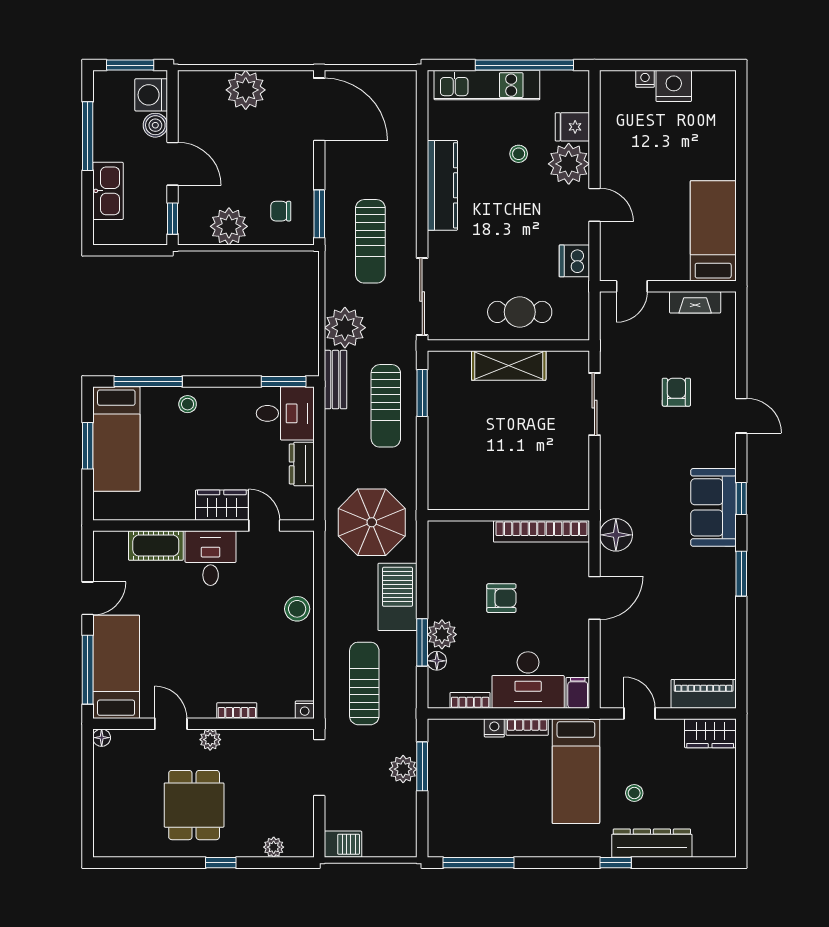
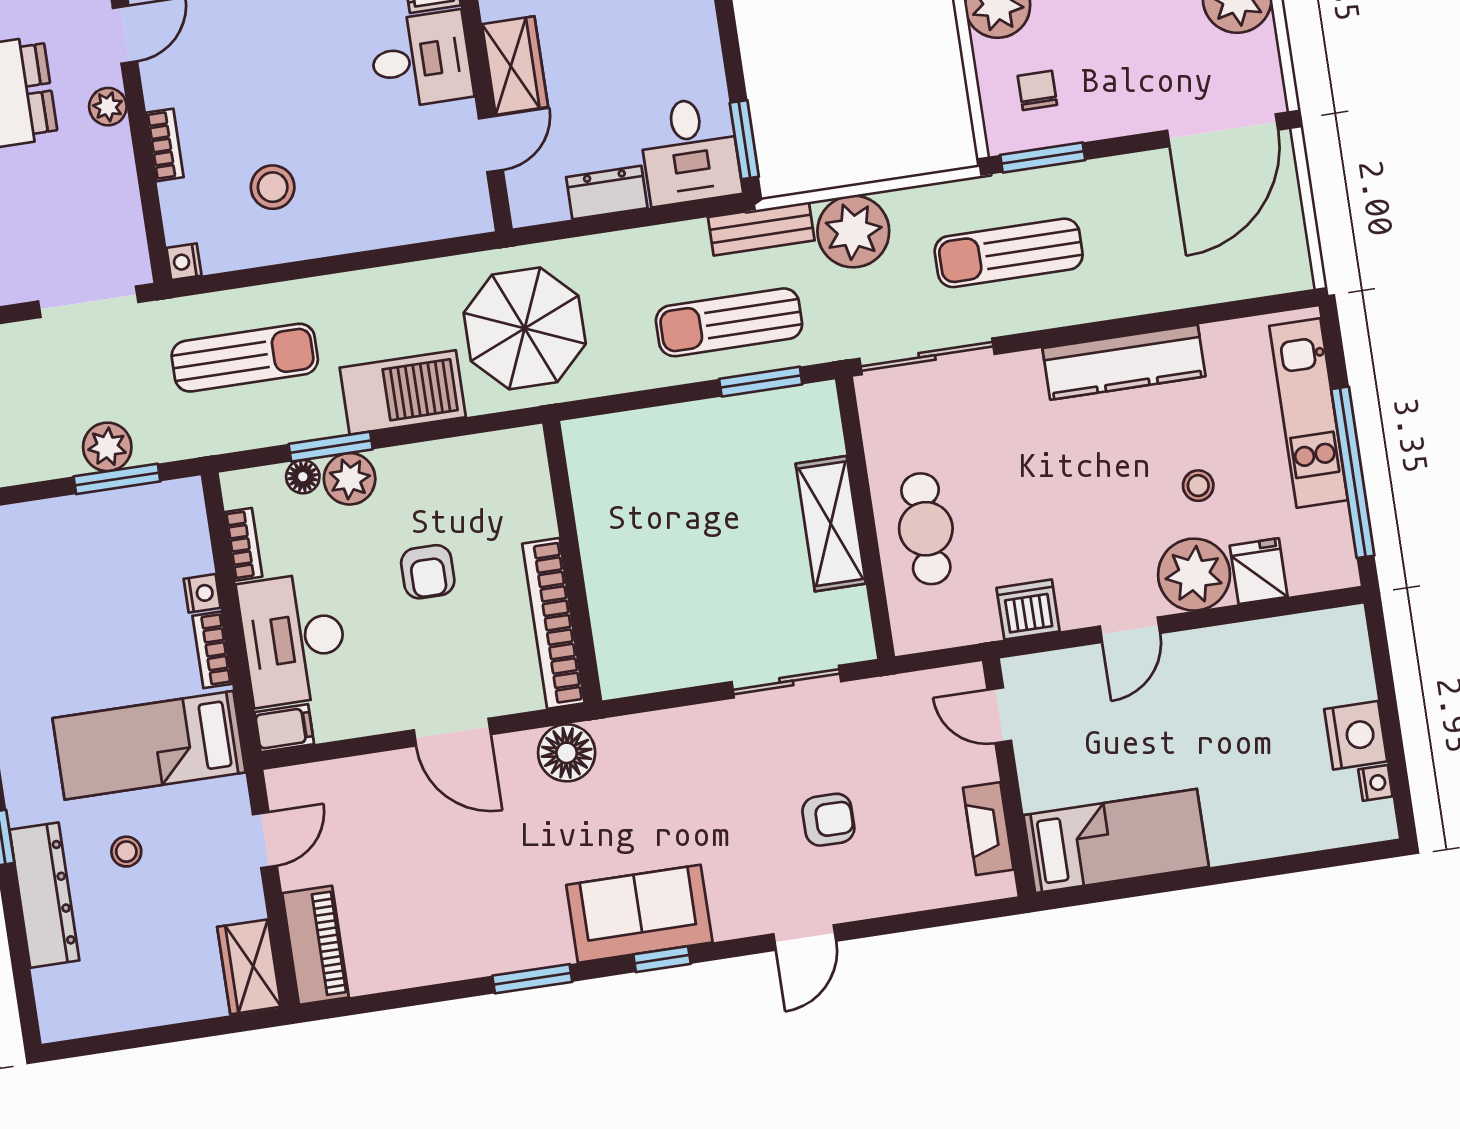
nightstand: (645, 79) -> (1375, 783), moved
stool: (297, 609) -> (273, 187), moved

